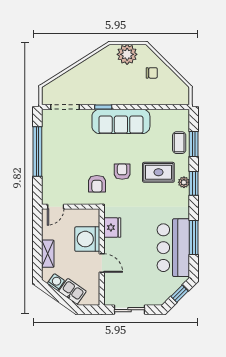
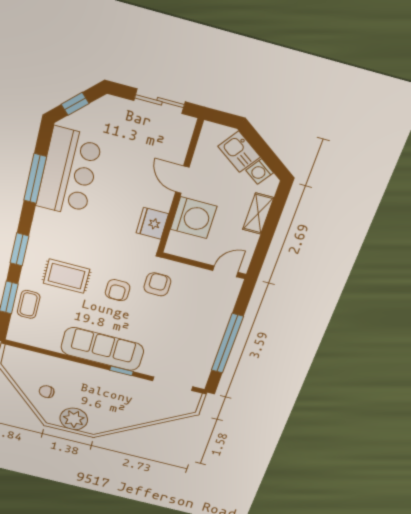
plant: (184, 182) -> (33, 254), removed

